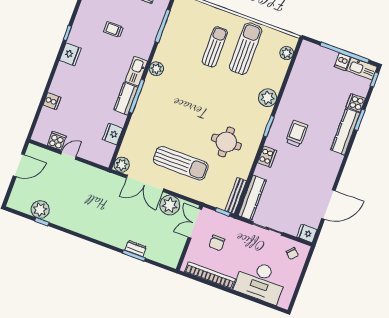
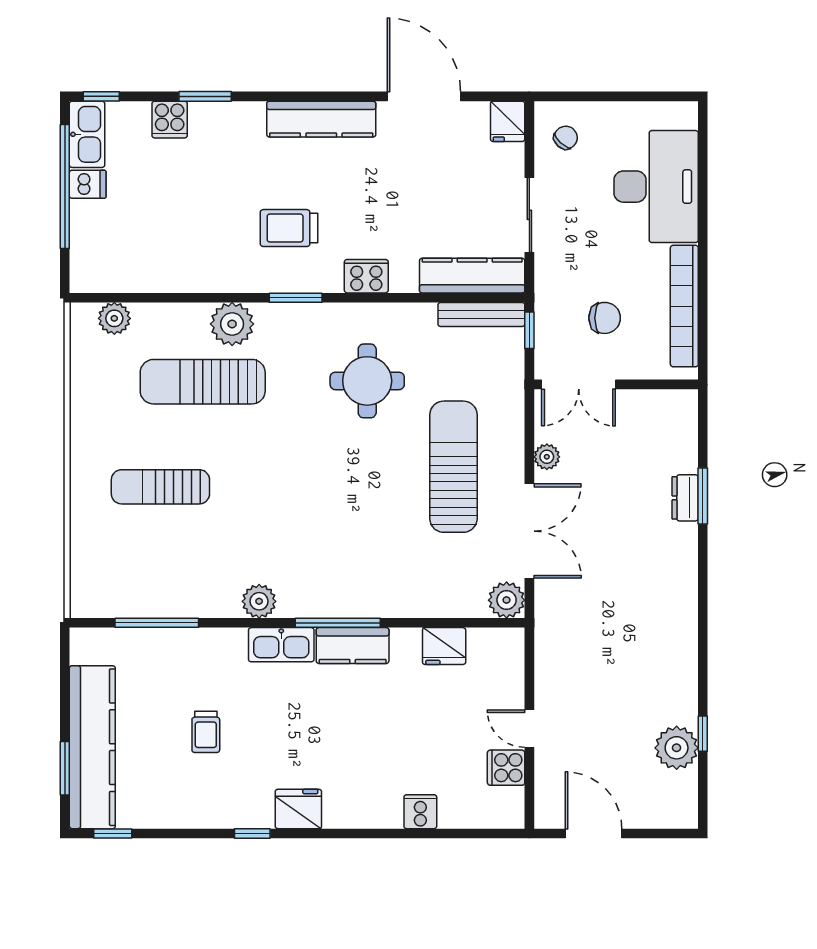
sun lounger: (246, 49) -> (203, 382), moved
kitchen counter: (345, 132) -> (321, 119), moved
plant: (170, 205) -> (547, 457), width x0.53, depth x0.53

